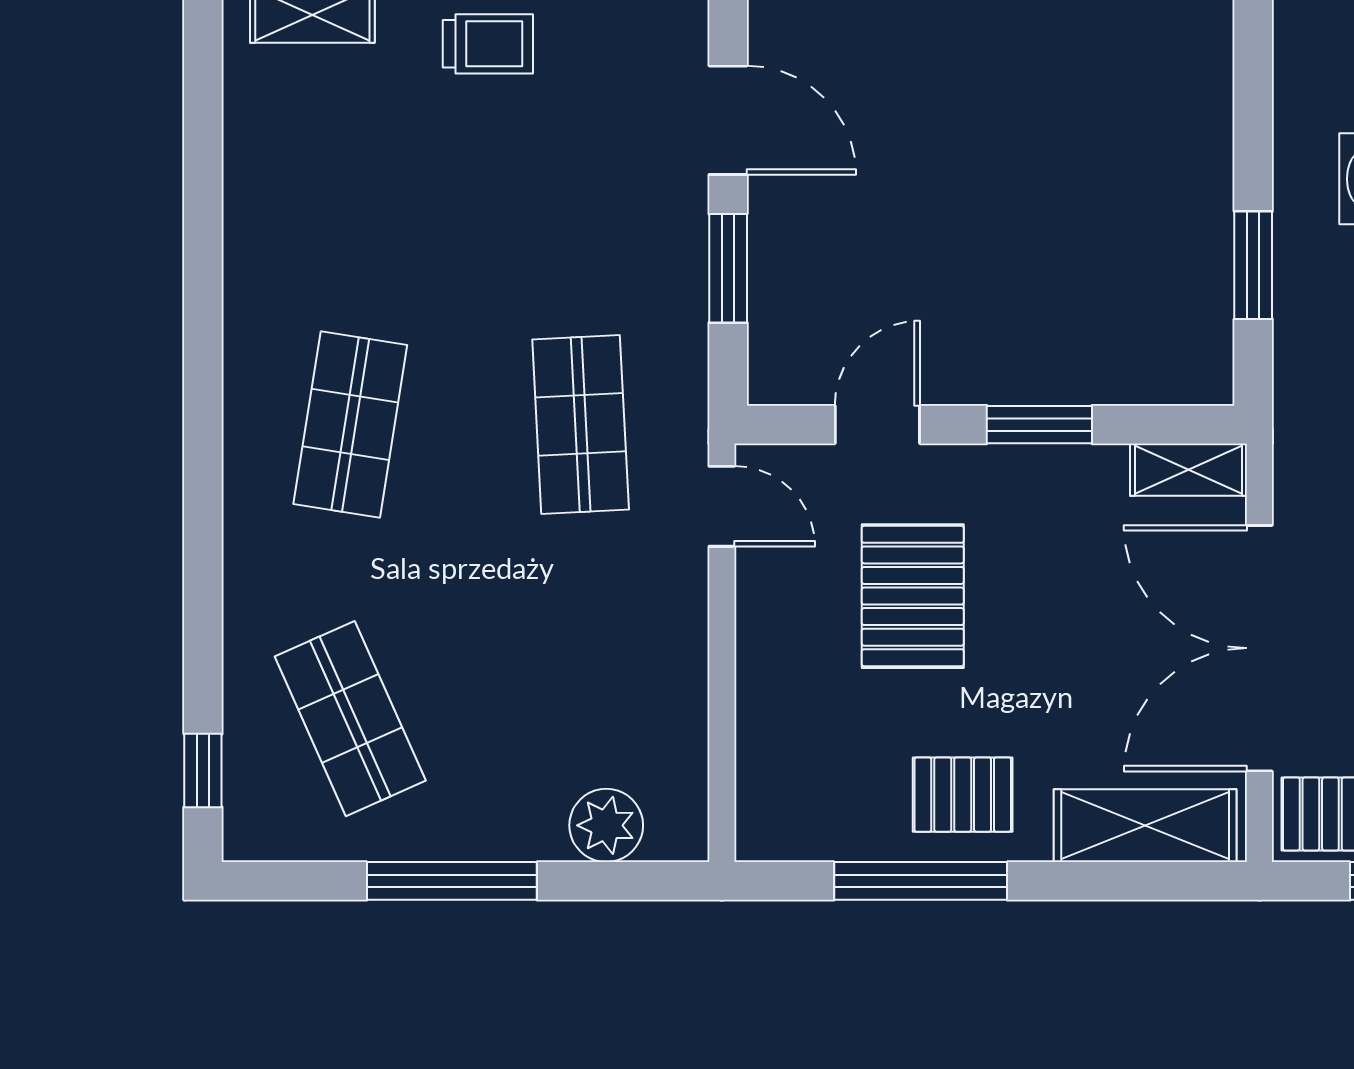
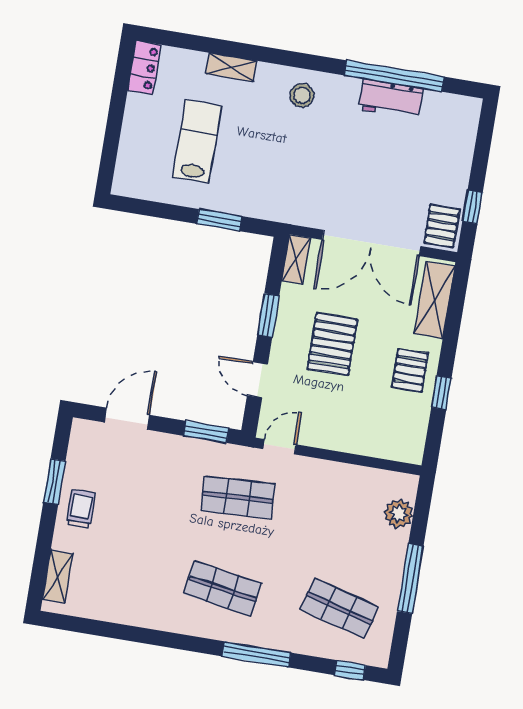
window: (728, 268) -> (206, 432), moved
window: (203, 535) -> (256, 654), added
pallet: (913, 596) -> (332, 344), moved, turned 90
shop shelf: (350, 719) -> (339, 608), turned 39
window: (921, 881) -> (441, 393), width x0.46

